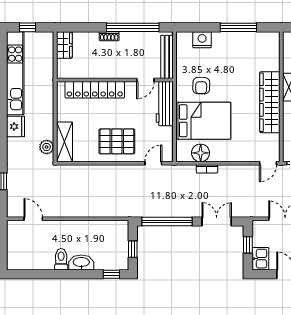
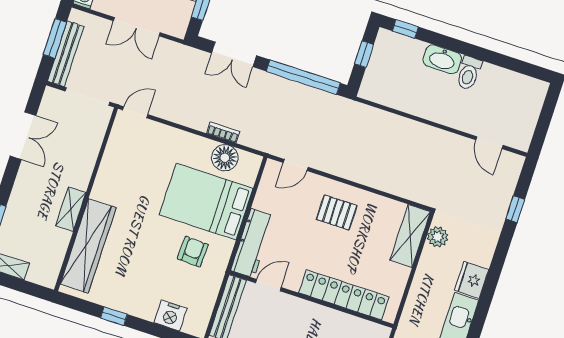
window: (238, 27) -> (114, 316), width x0.46
wardrobe: (270, 102) -> (88, 246), moved
pallet: (117, 141) -> (337, 212), width x0.67, depth x0.71

